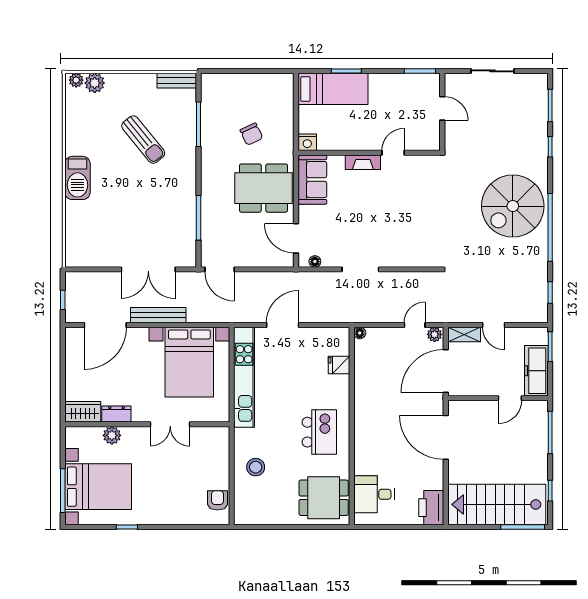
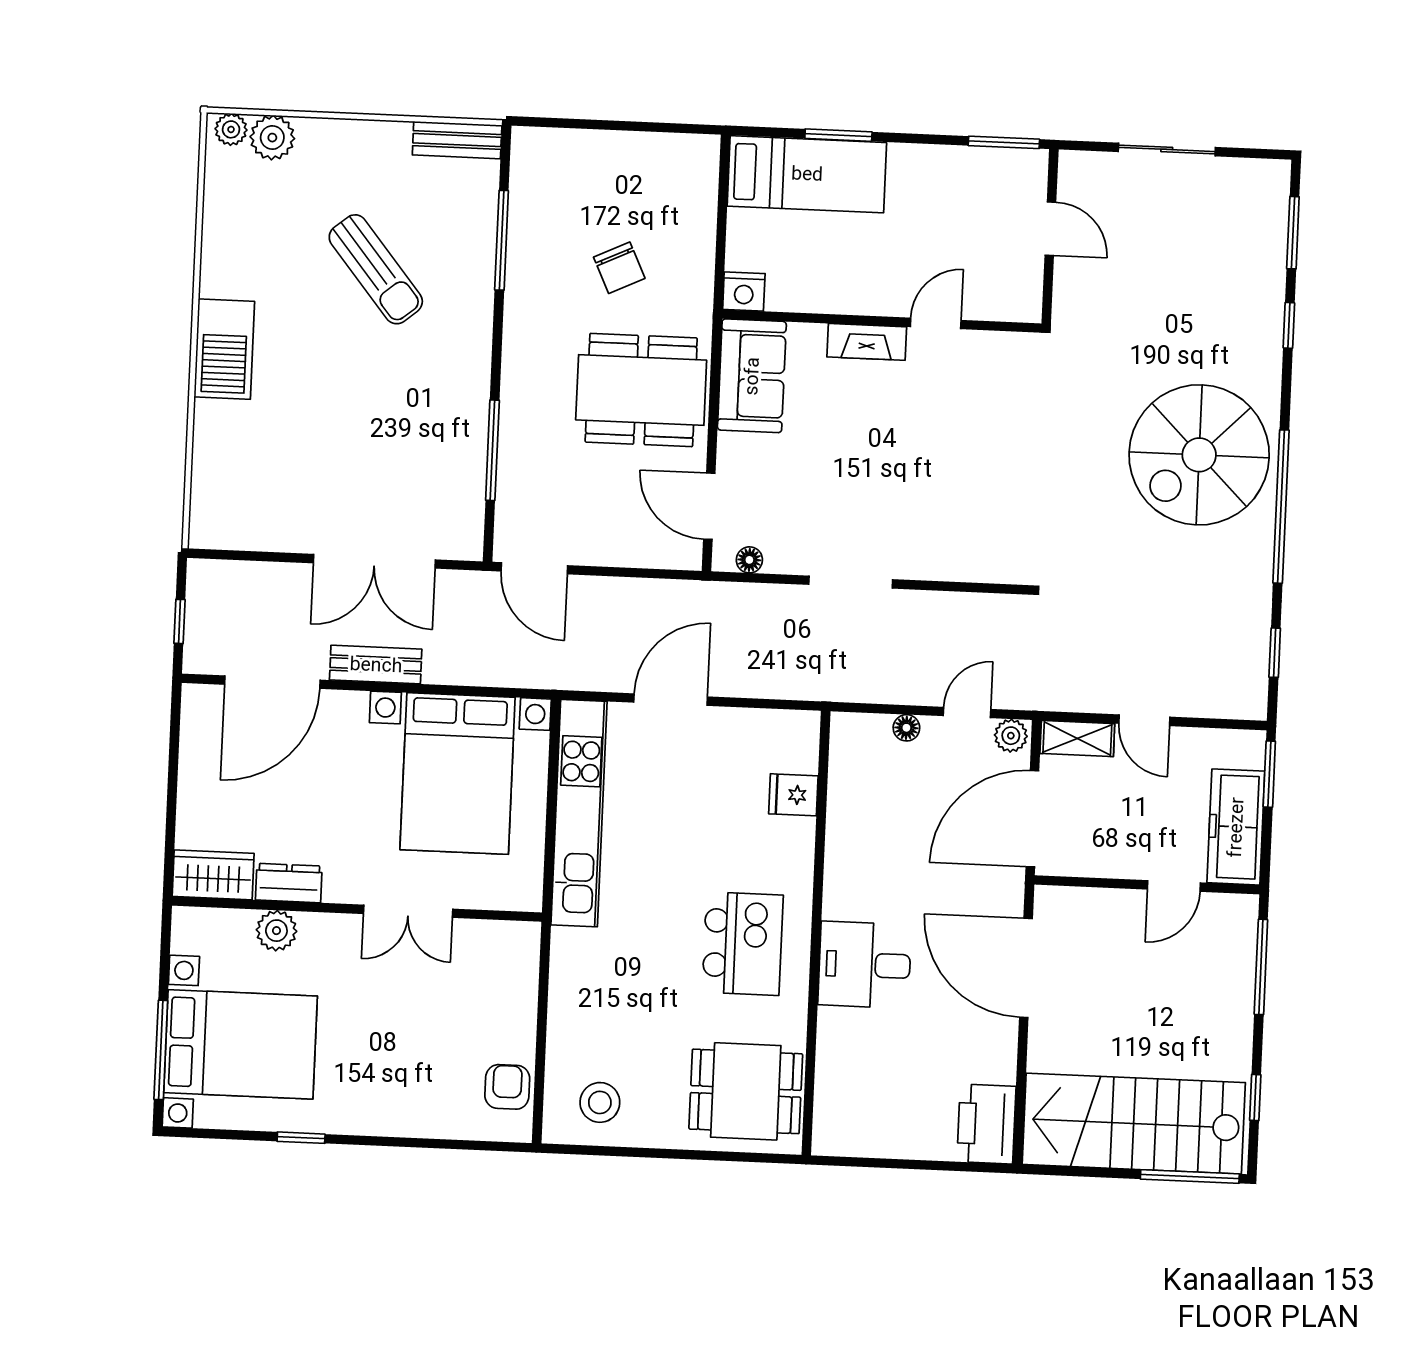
bench: (158, 315) -> (376, 665), width x0.73
floor lamp: (360, 333) -> (906, 728), moved
stool: (256, 467) -> (600, 1102), moved
desk: (374, 494) -> (865, 965), moved

